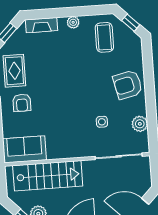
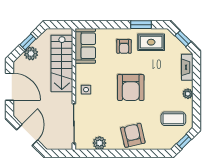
armchair: (71, 91) -> (131, 88), added
armchair: (22, 103) -> (124, 46), turned -90
side table: (102, 122) -> (86, 90), moved

